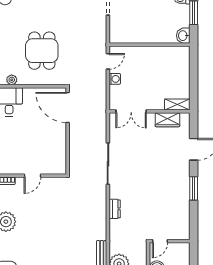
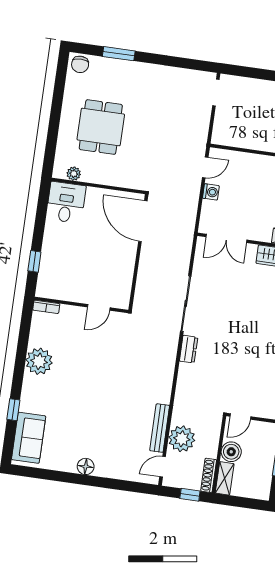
dining table: (42, 51) -> (101, 127), moved
door: (32, 176) -> (99, 307), moved
dresser: (115, 209) -> (189, 349), moved

